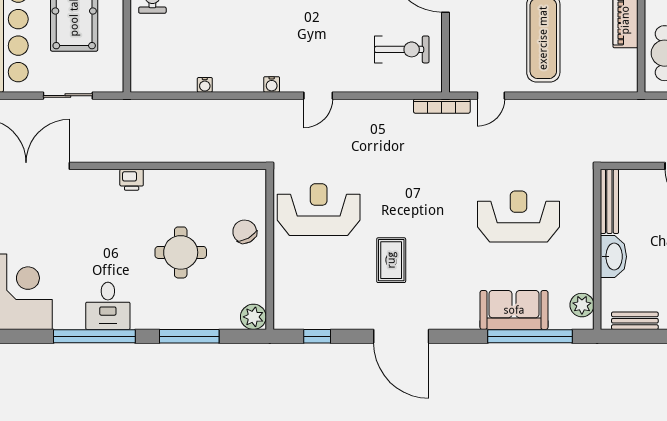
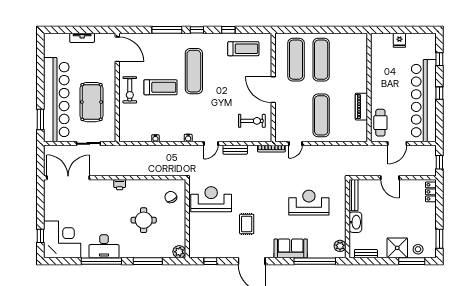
bench: (368, 108) -> (235, 150), added
chair: (245, 232) -> (171, 197), moved
desk: (108, 306) -> (104, 246), width x1.37
sofa: (514, 310) -> (291, 248), moved

